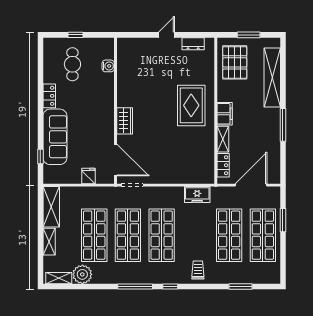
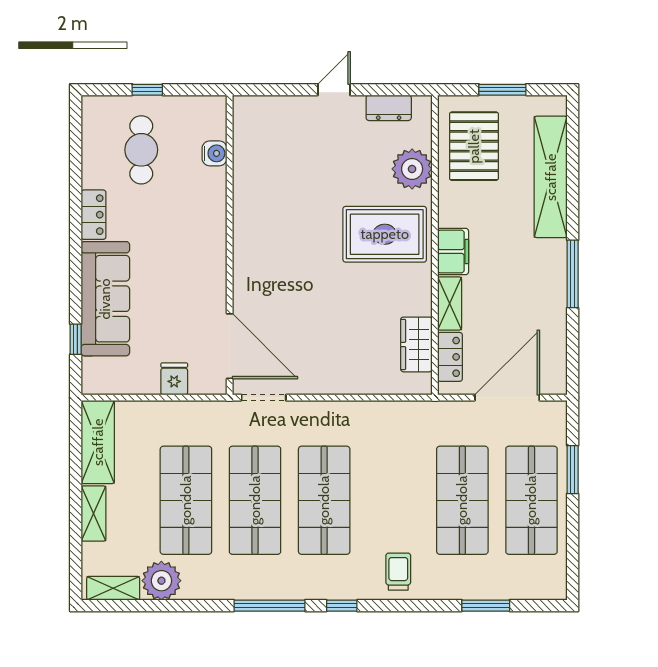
plant: (205, 74) -> (412, 169), added
rug: (191, 105) -> (385, 234), turned 90
wardrobe: (125, 121) -> (416, 344), moved, turned 180
freezer: (197, 195) -> (397, 417), removed

